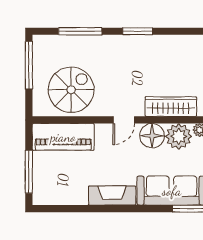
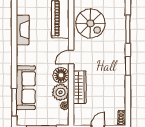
door: (124, 120) -> (71, 57), hinge flipped
fireplace: (112, 196) -> (23, 30), moved

